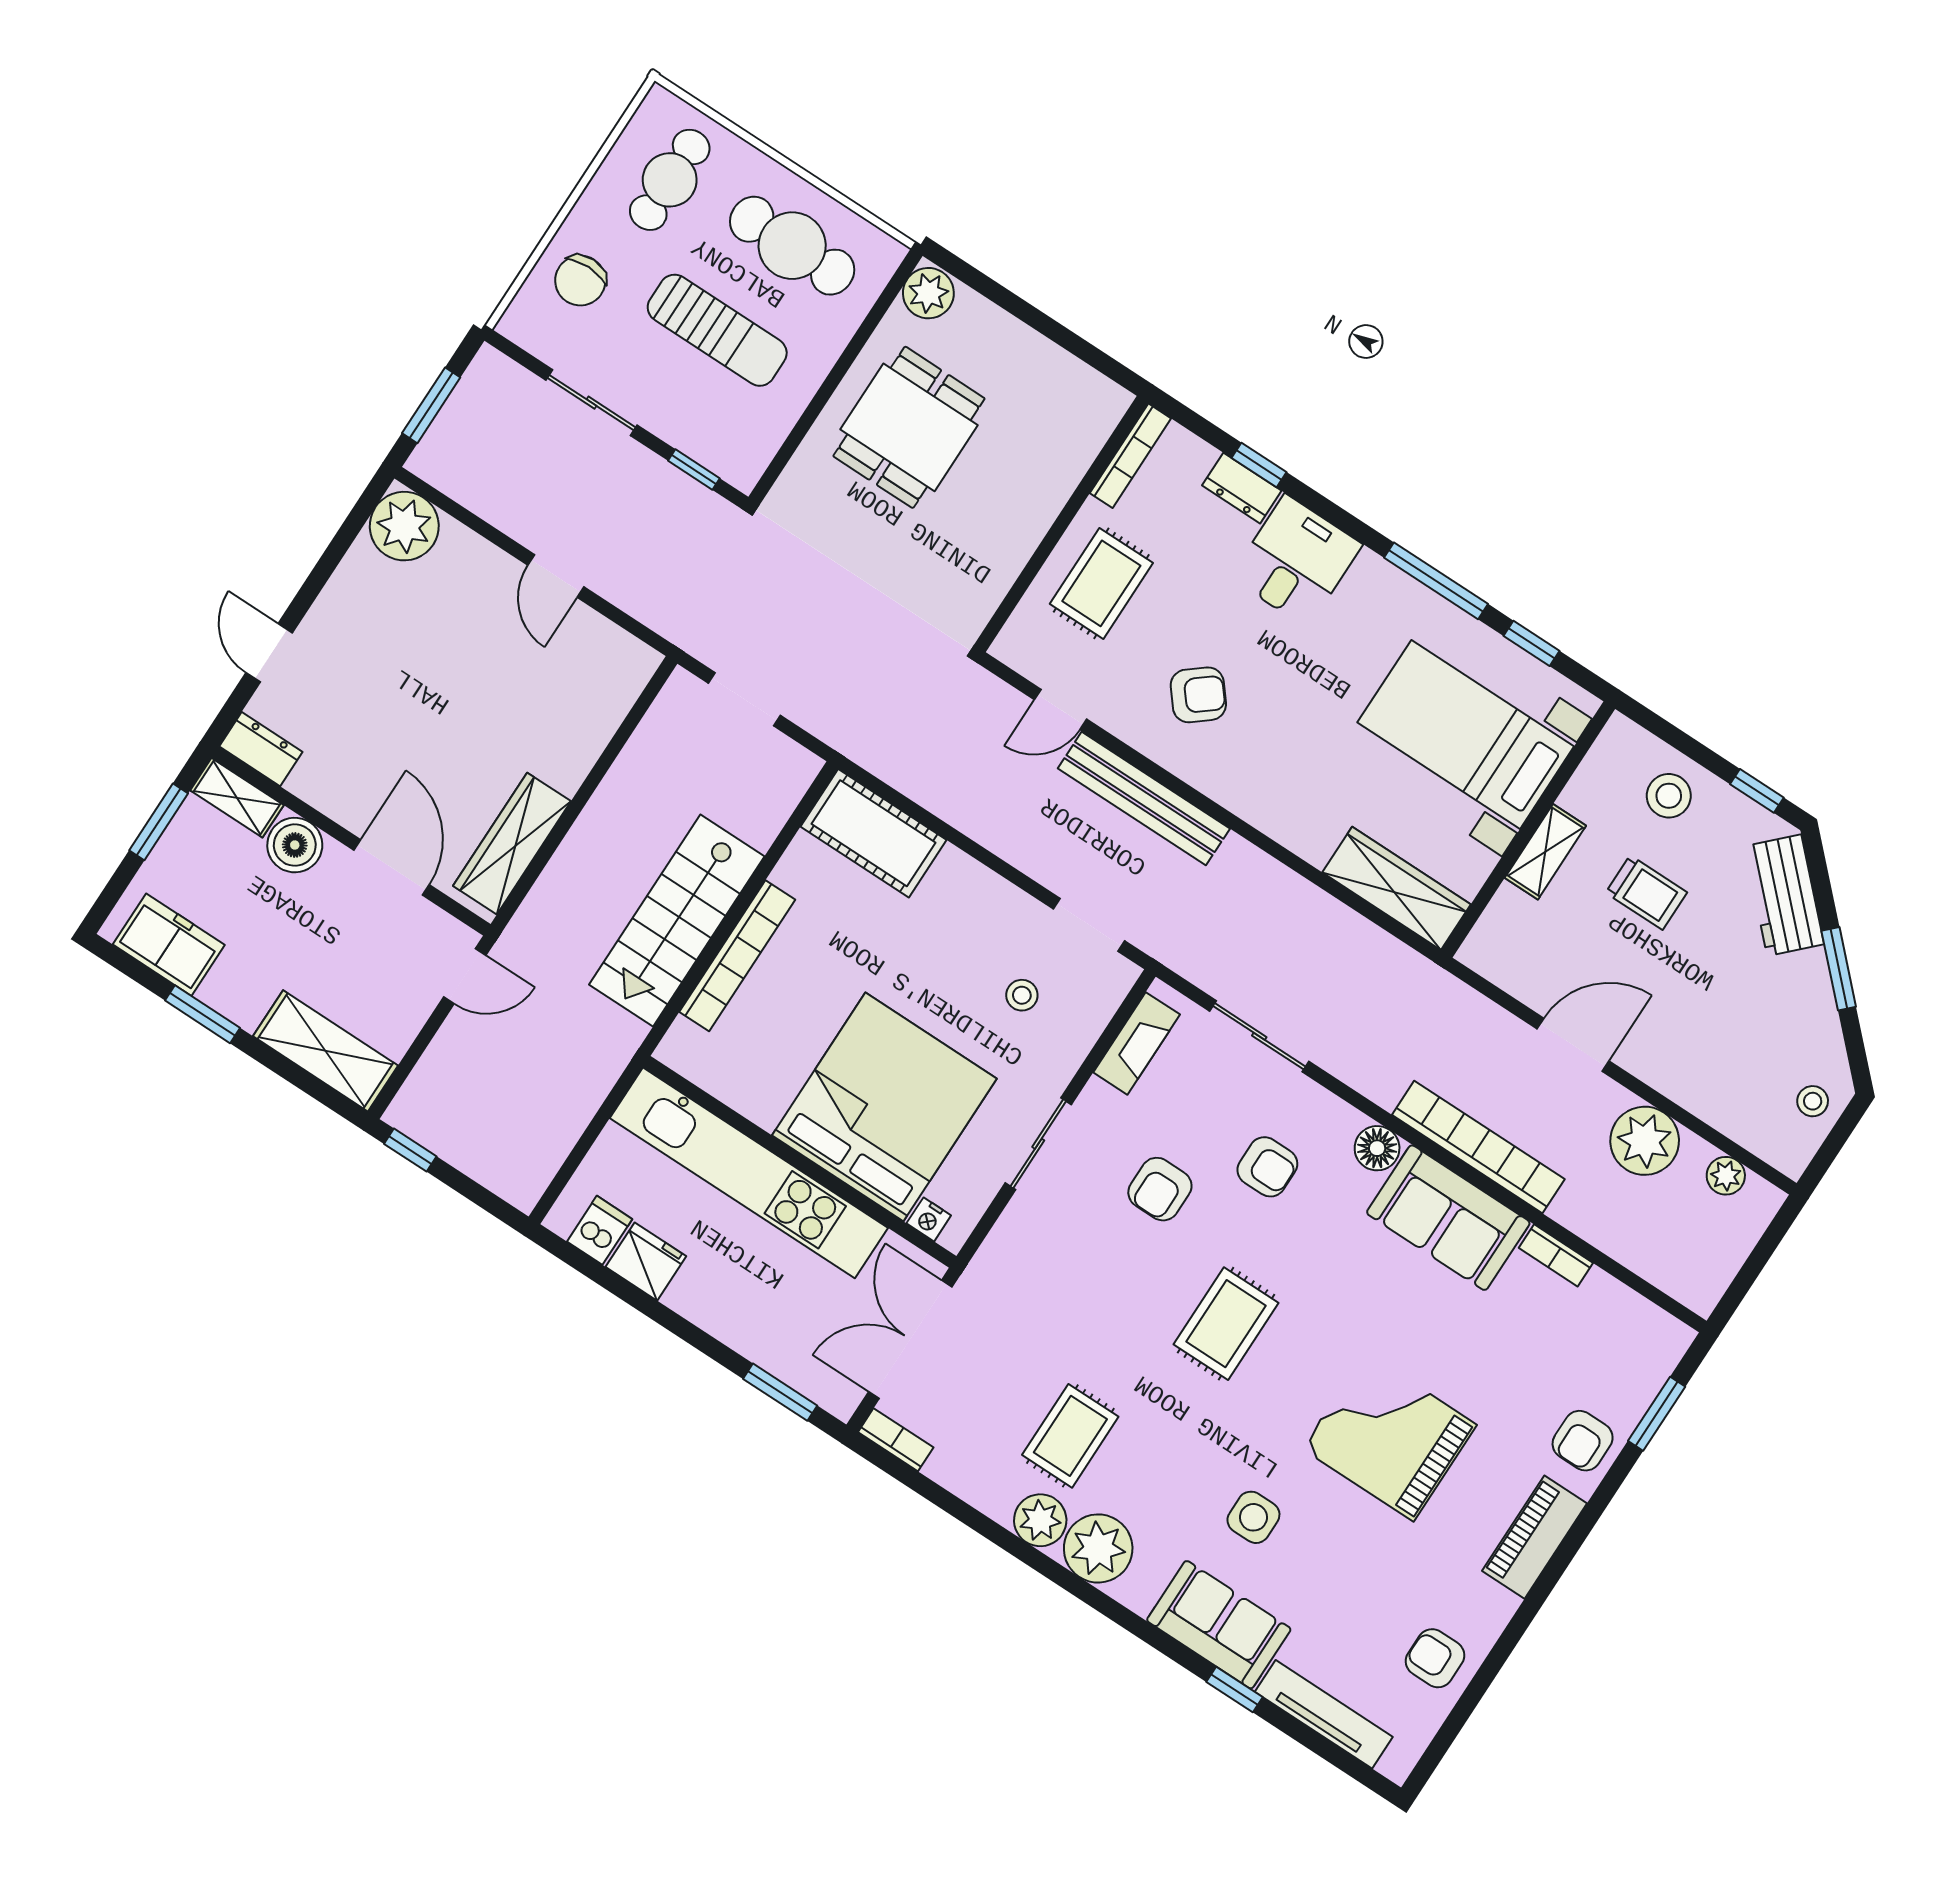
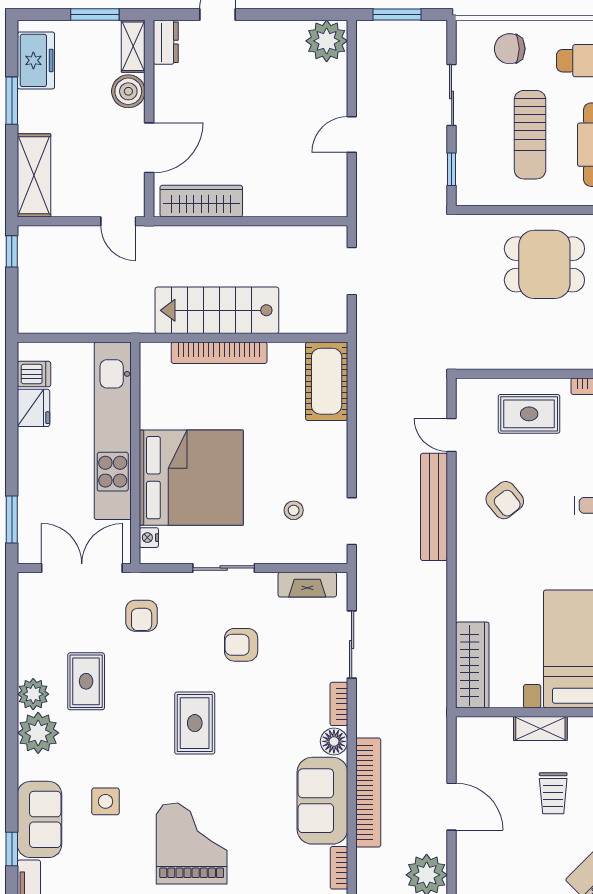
armchair: (1267, 1167) -> (142, 616), moved
rug: (1226, 1324) -> (195, 723), turned 90
rug: (1070, 1436) -> (86, 681), turned 90
bookcase: (896, 1440) -> (339, 704), moved, turned 180

